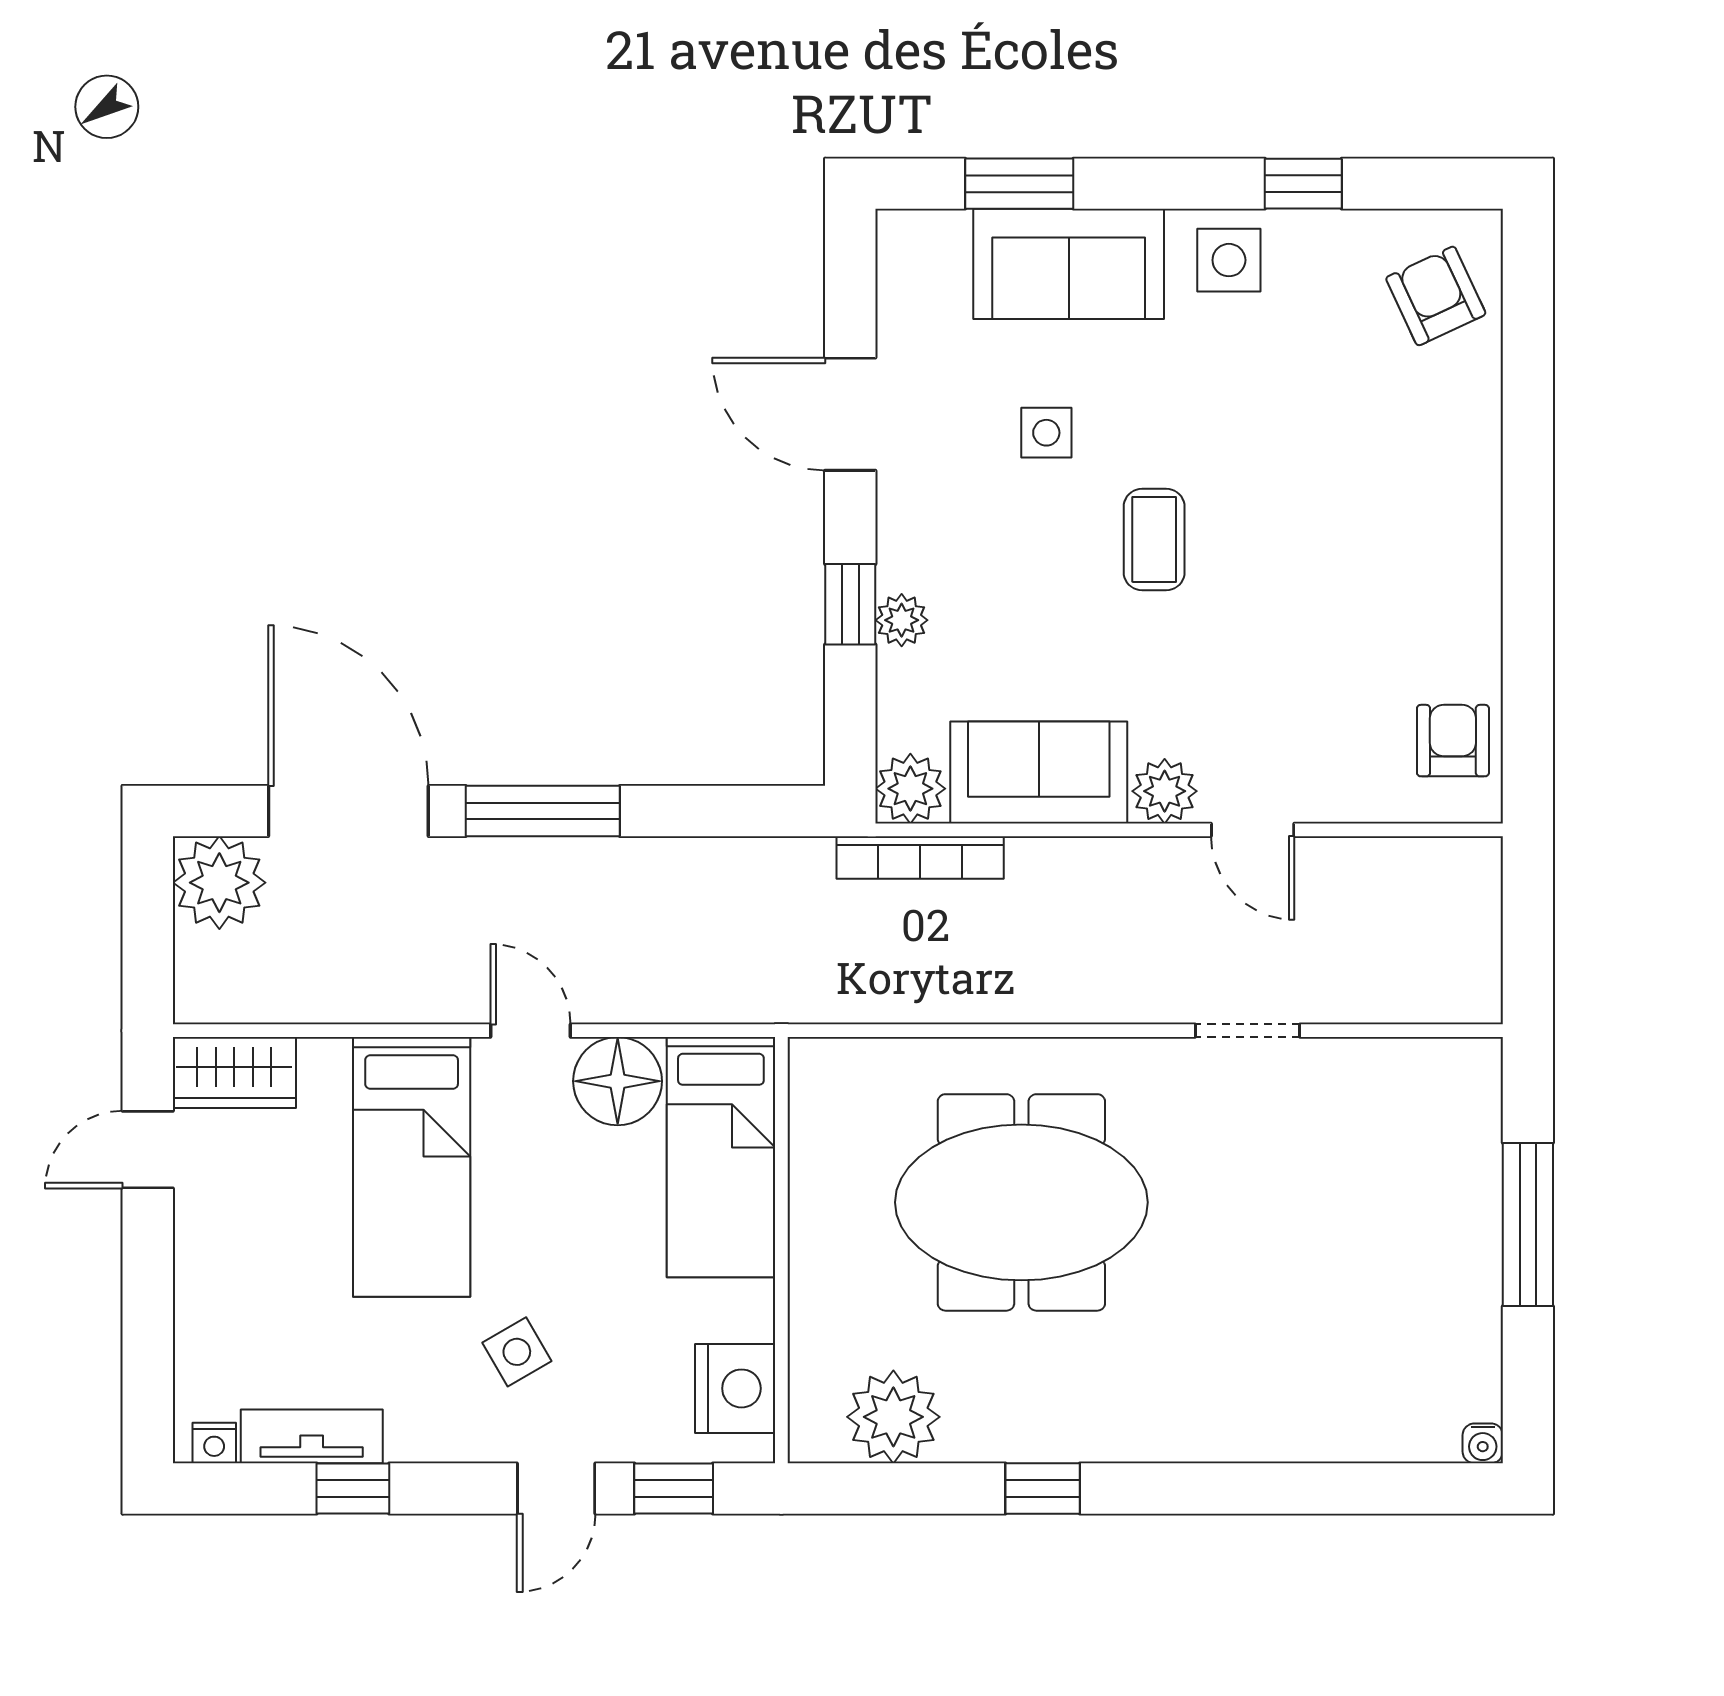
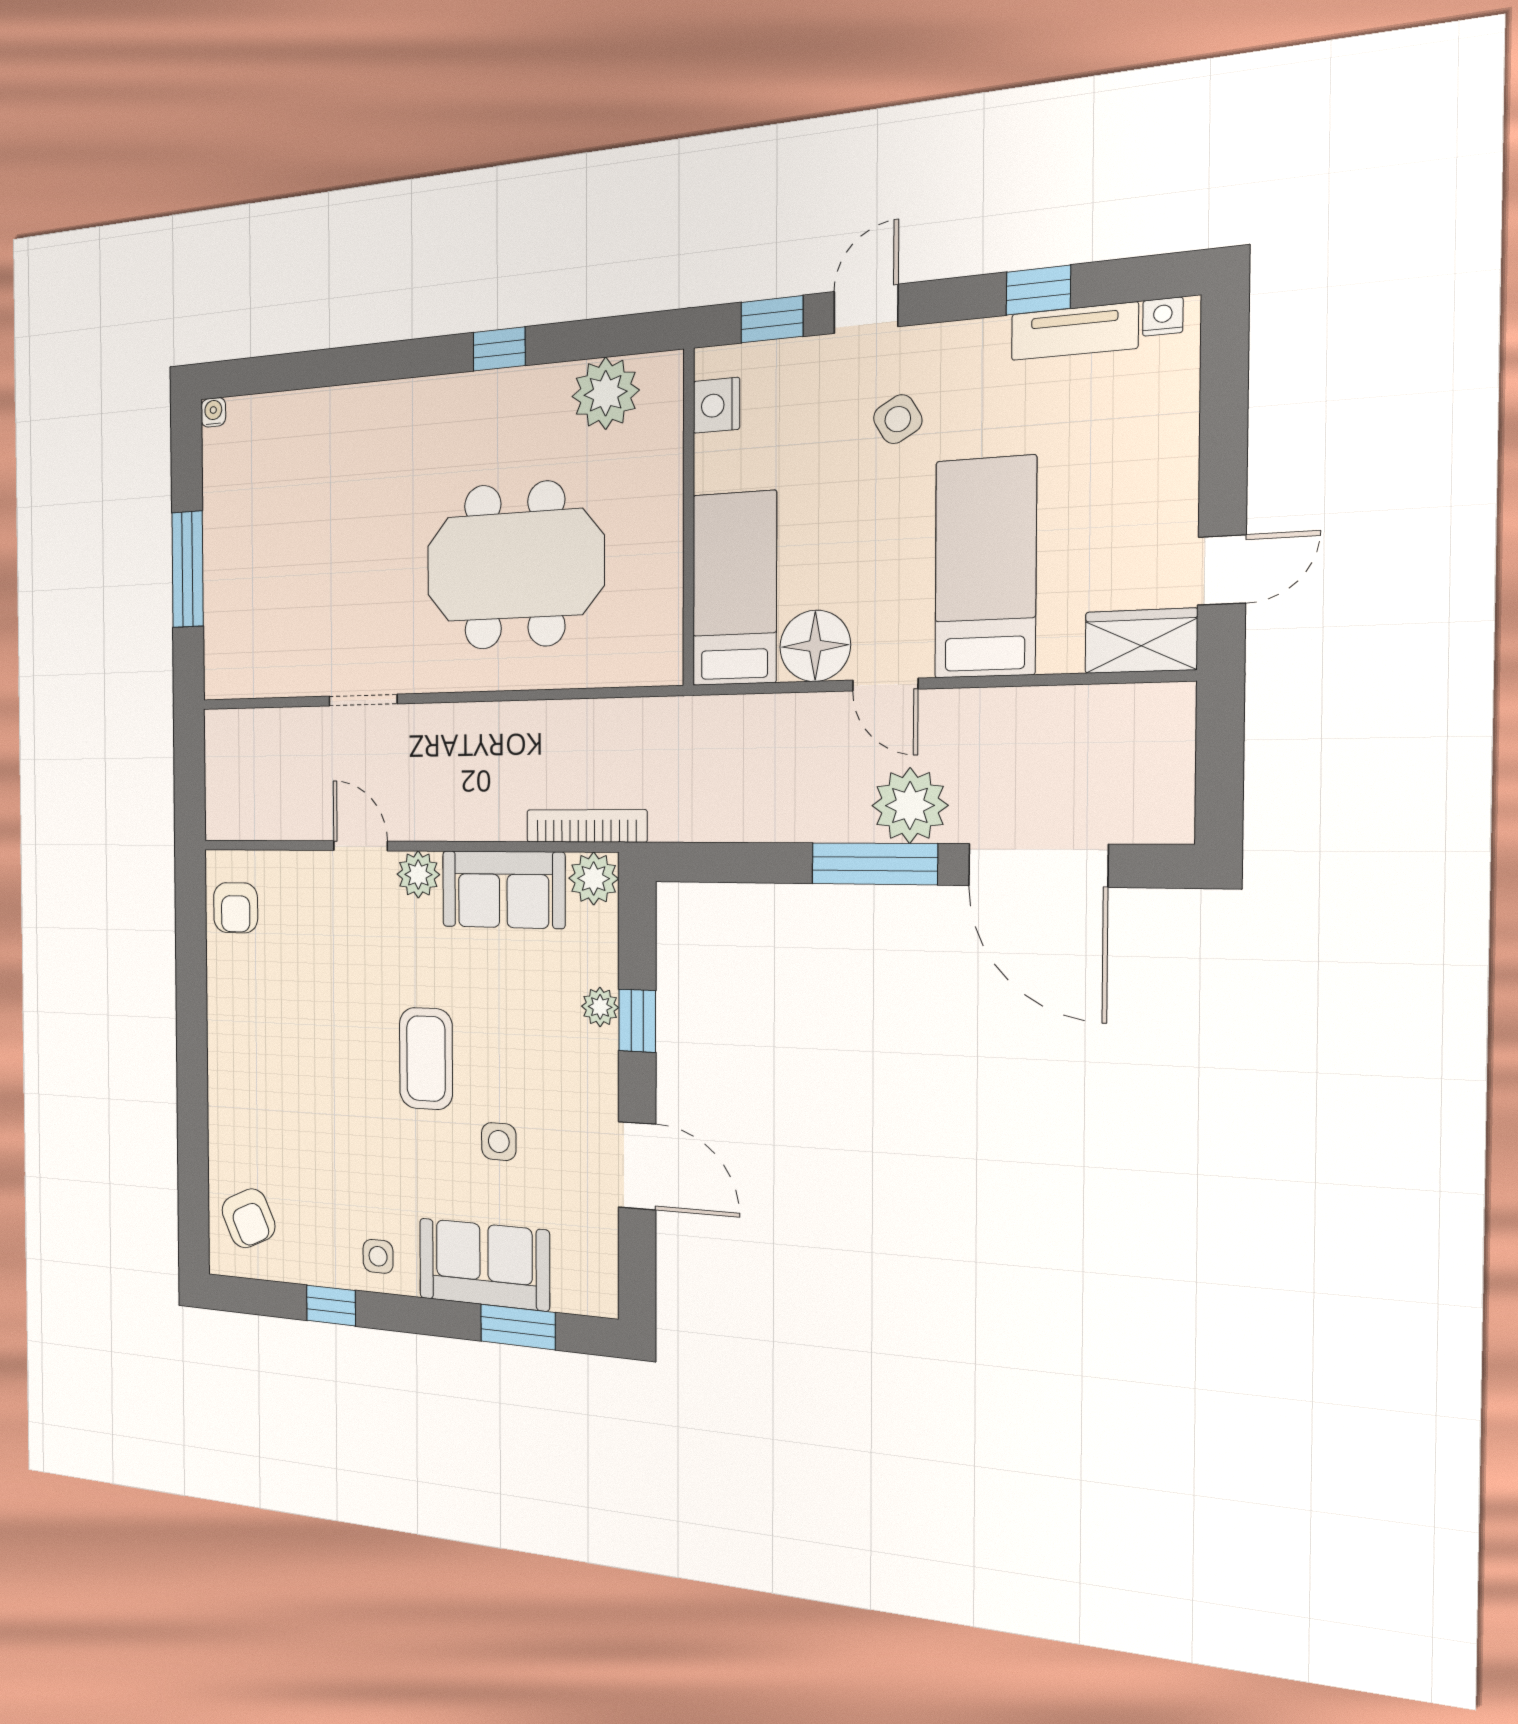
side table: (1229, 260) -> (378, 1256), width x0.73, depth x0.73
coffee table: (1154, 540) -> (426, 1059), width x1.36, depth x1.30
plant: (219, 883) -> (910, 805), moved
nightstand: (735, 1388) -> (716, 405), width x0.74, depth x0.75

